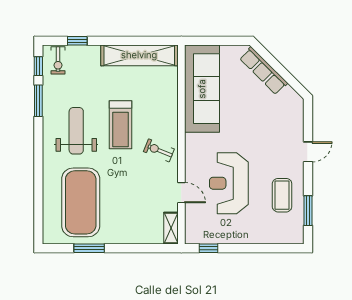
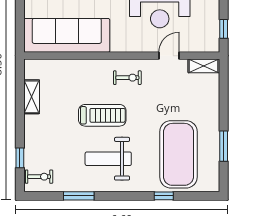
shelving: (139, 55) -> (32, 97), width x0.45, depth x0.75
window: (38, 66) -> (164, 196), moved
exercise bike: (159, 150) -> (127, 78), turned -112
exercise mat: (81, 202) -> (178, 154), turned 90

